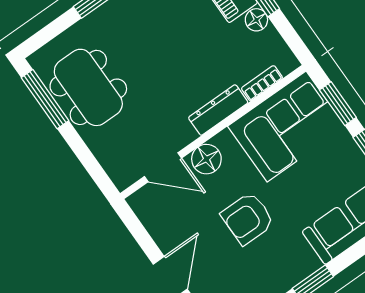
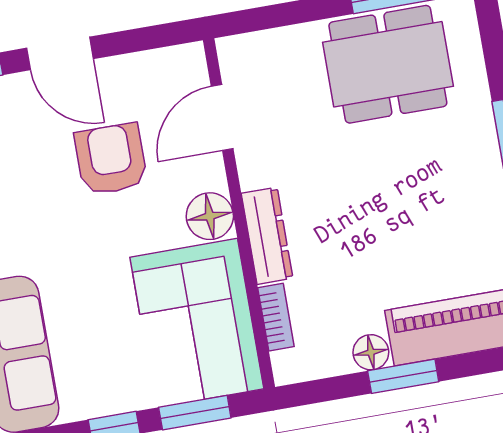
floor lamp: (206, 159) -> (210, 216), moved
armchair: (248, 218) -> (111, 159), moved

